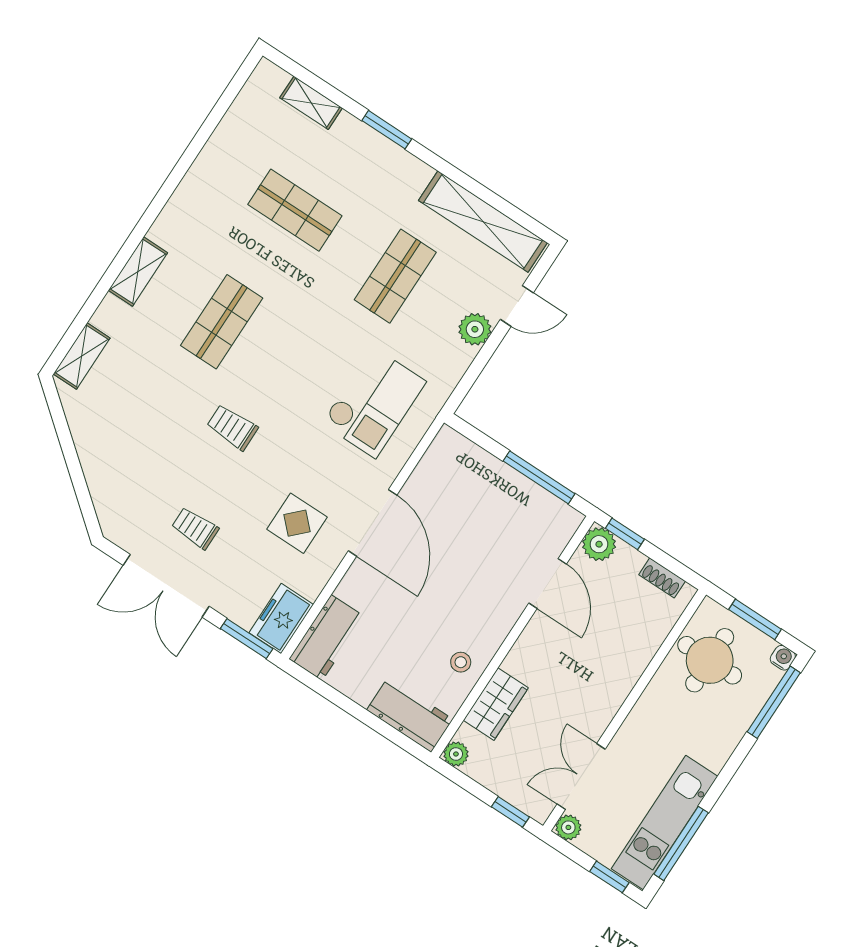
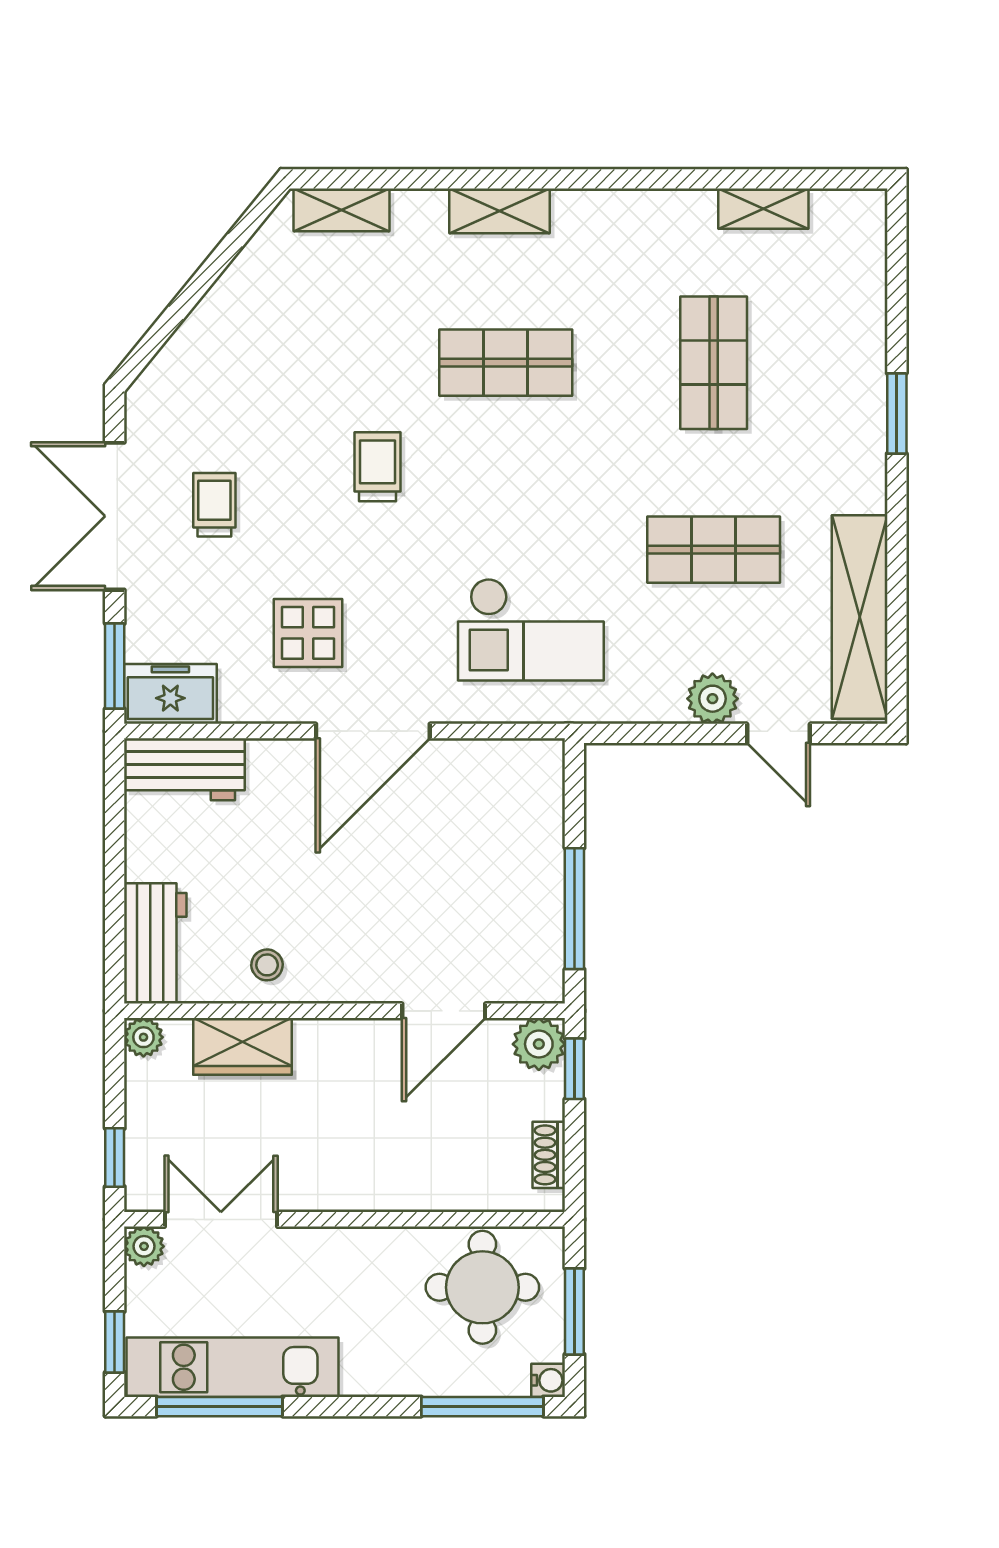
shelving: (311, 103) -> (763, 209), moved, turned 90

